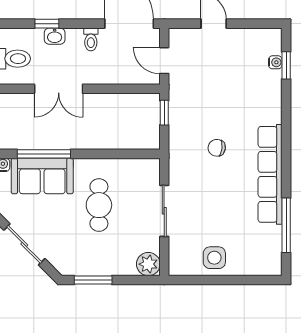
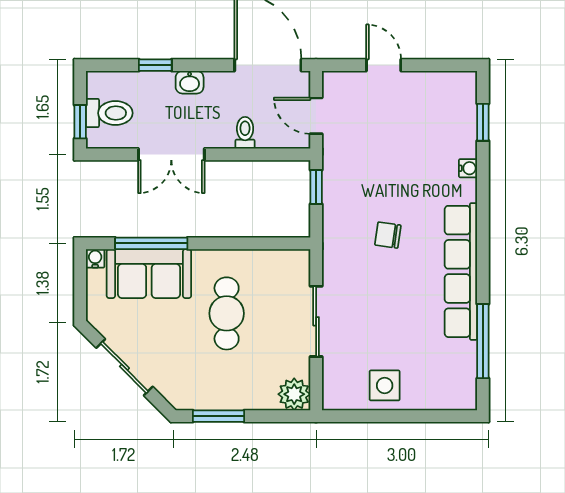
washbasin: (55, 36) -> (190, 82), moved
toilet: (91, 39) -> (245, 133), moved, turned 180
water cooler: (275, 62) -> (468, 168), moved

